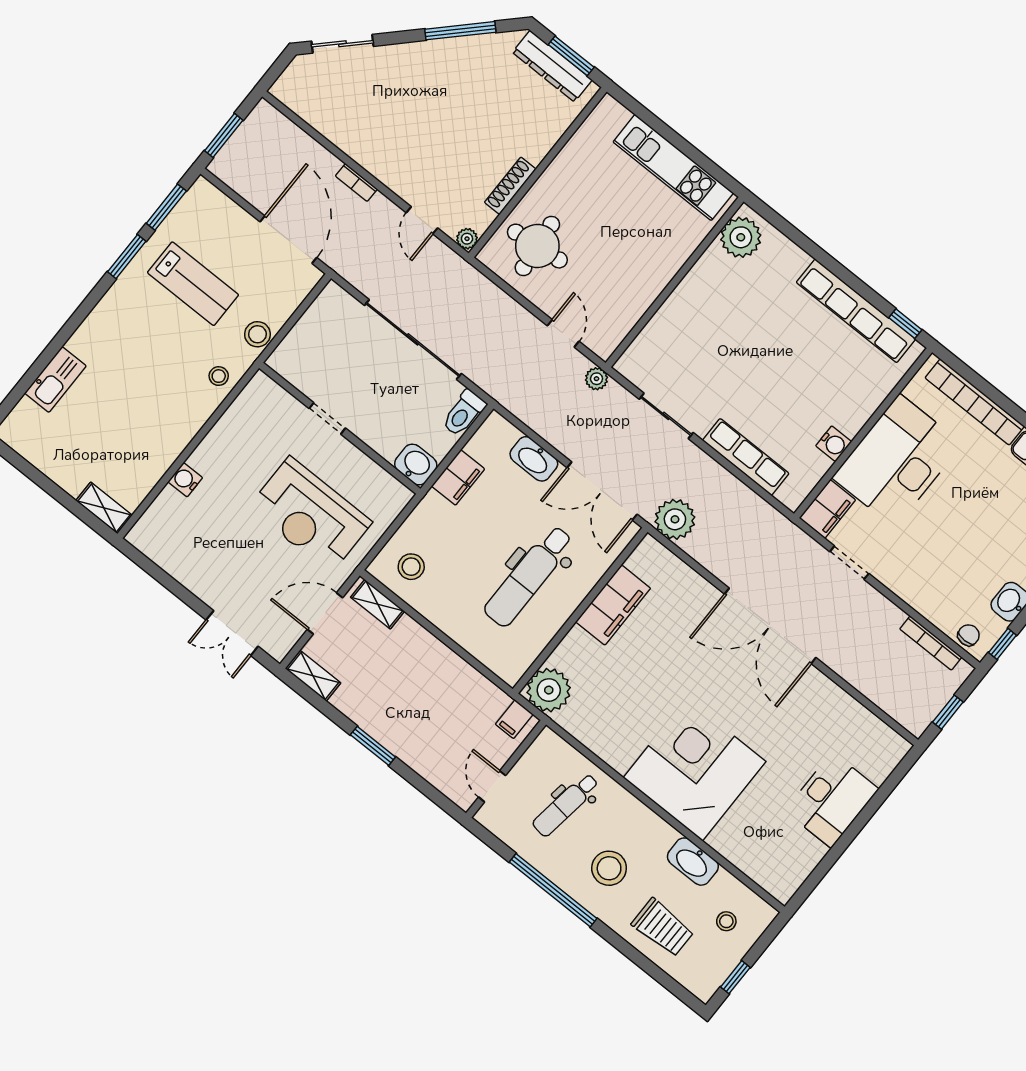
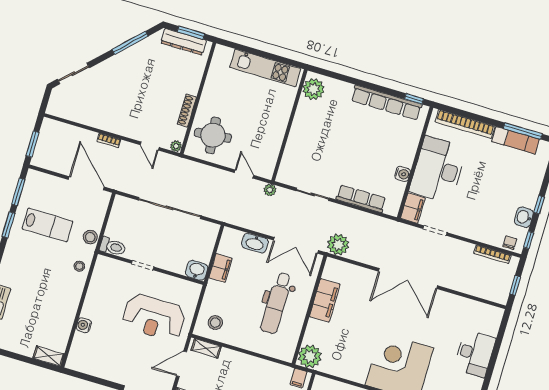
toilet: (464, 413) -> (113, 247), moved, turned -90

